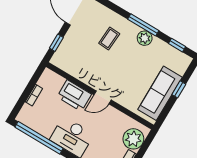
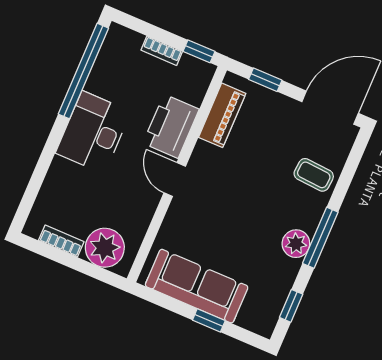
coffee table: (109, 38) -> (314, 175), moved
piano: (72, 68) -> (222, 115), added
window: (37, 76) -> (199, 51), added

